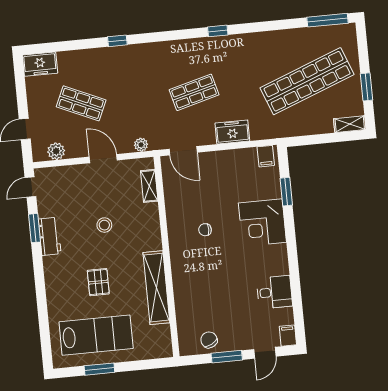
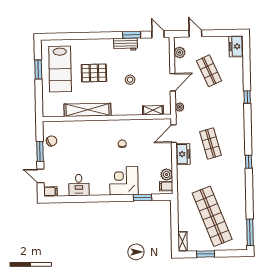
shop shelf: (81, 103) -> (209, 71), turned -48
freezer: (232, 132) -> (183, 154), moved
plant: (248, 157) -> (167, 175), added
pallet: (98, 282) -> (94, 73), width x1.50, depth x1.42

